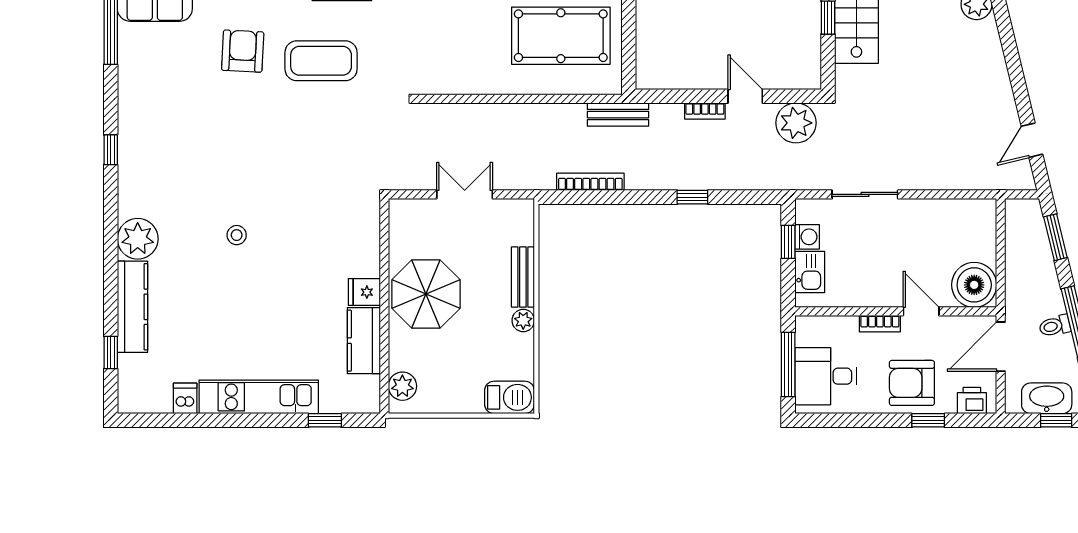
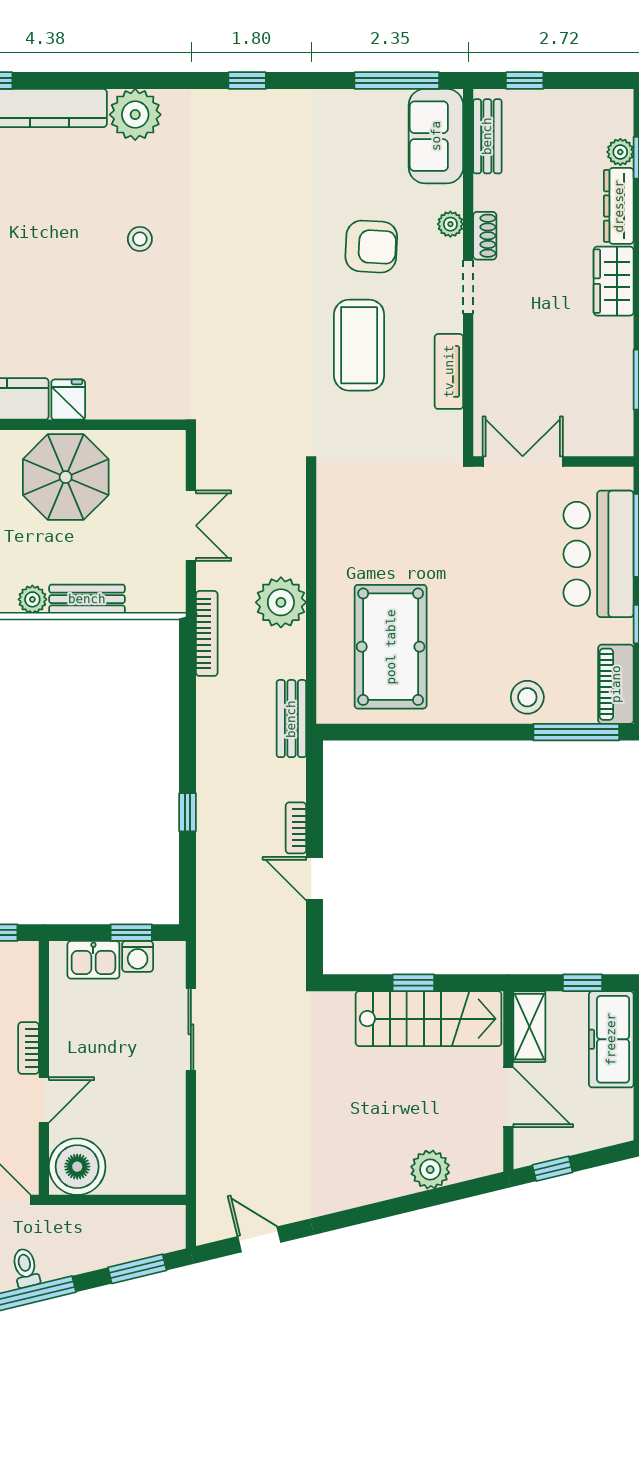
door: (745, 96) -> (315, 879), swing flipped
plant: (796, 123) -> (281, 602), moved
bookcase: (590, 182) -> (207, 633), moved

